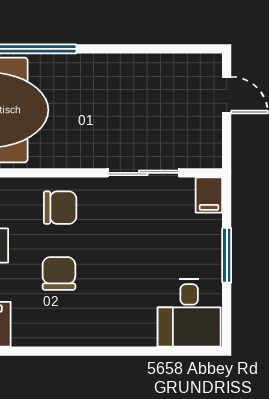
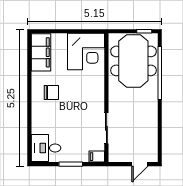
chair: (60, 208) -> (91, 92), removed
chair: (59, 273) -> (51, 92), moved

